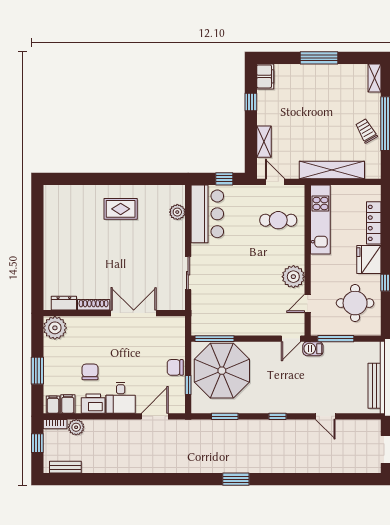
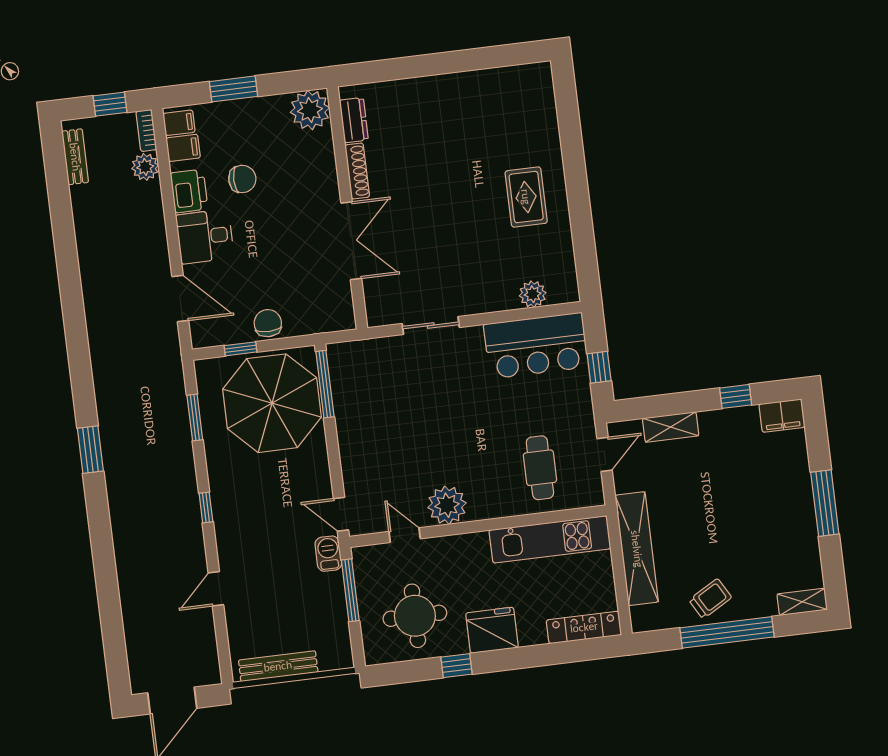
locker: (374, 223) -> (584, 627), moved

